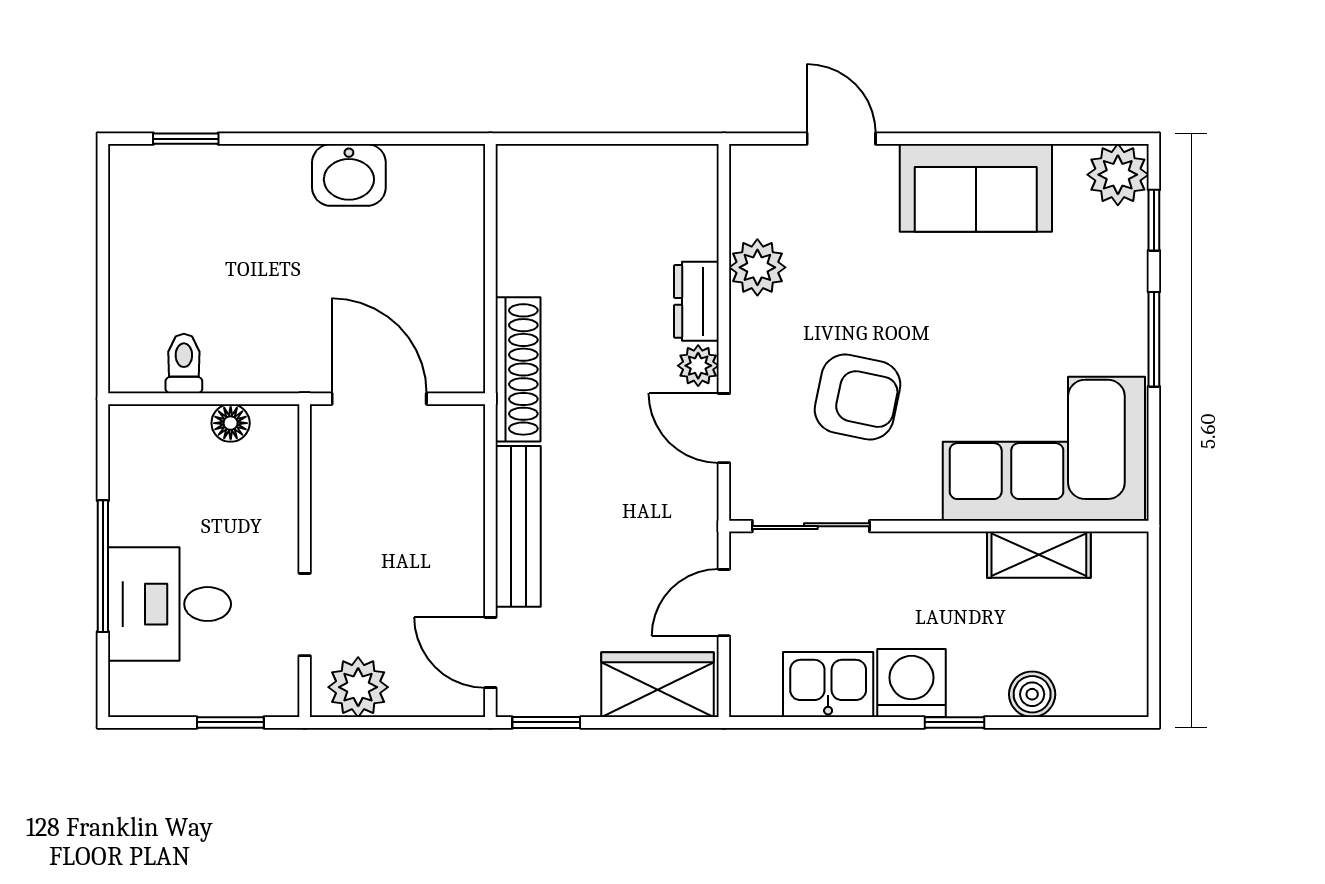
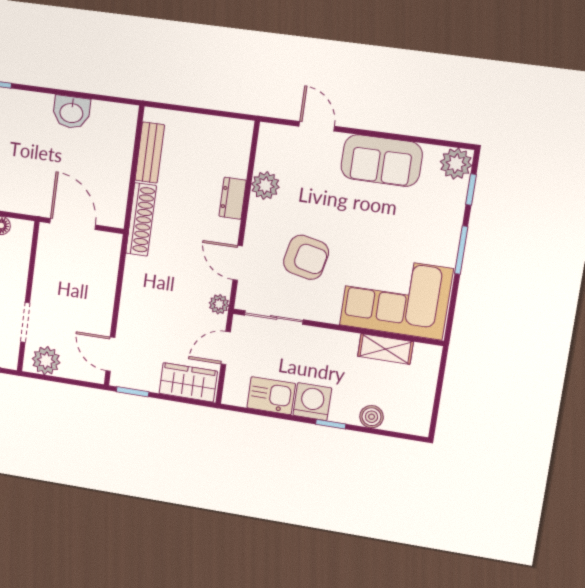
plant: (698, 366) -> (219, 304), moved
bench: (518, 526) -> (150, 153), moved, width x0.73

